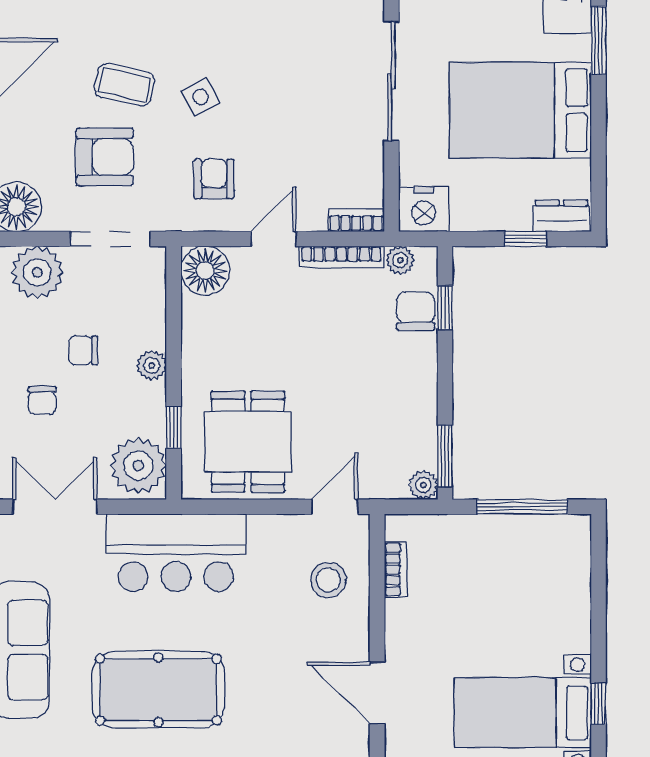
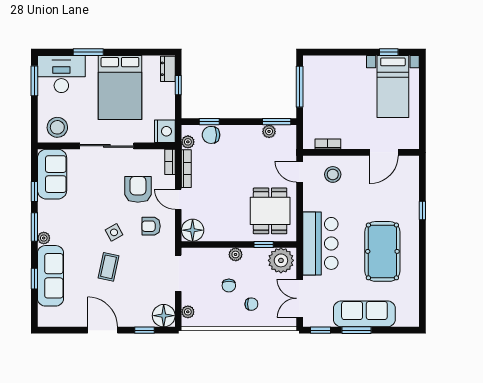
armchair: (105, 157) -> (138, 189), moved
plant: (37, 272) -> (188, 312), width x0.53, depth x0.53
dining table: (248, 442) -> (270, 211), turned 90
plant: (423, 485) -> (269, 131), moved

